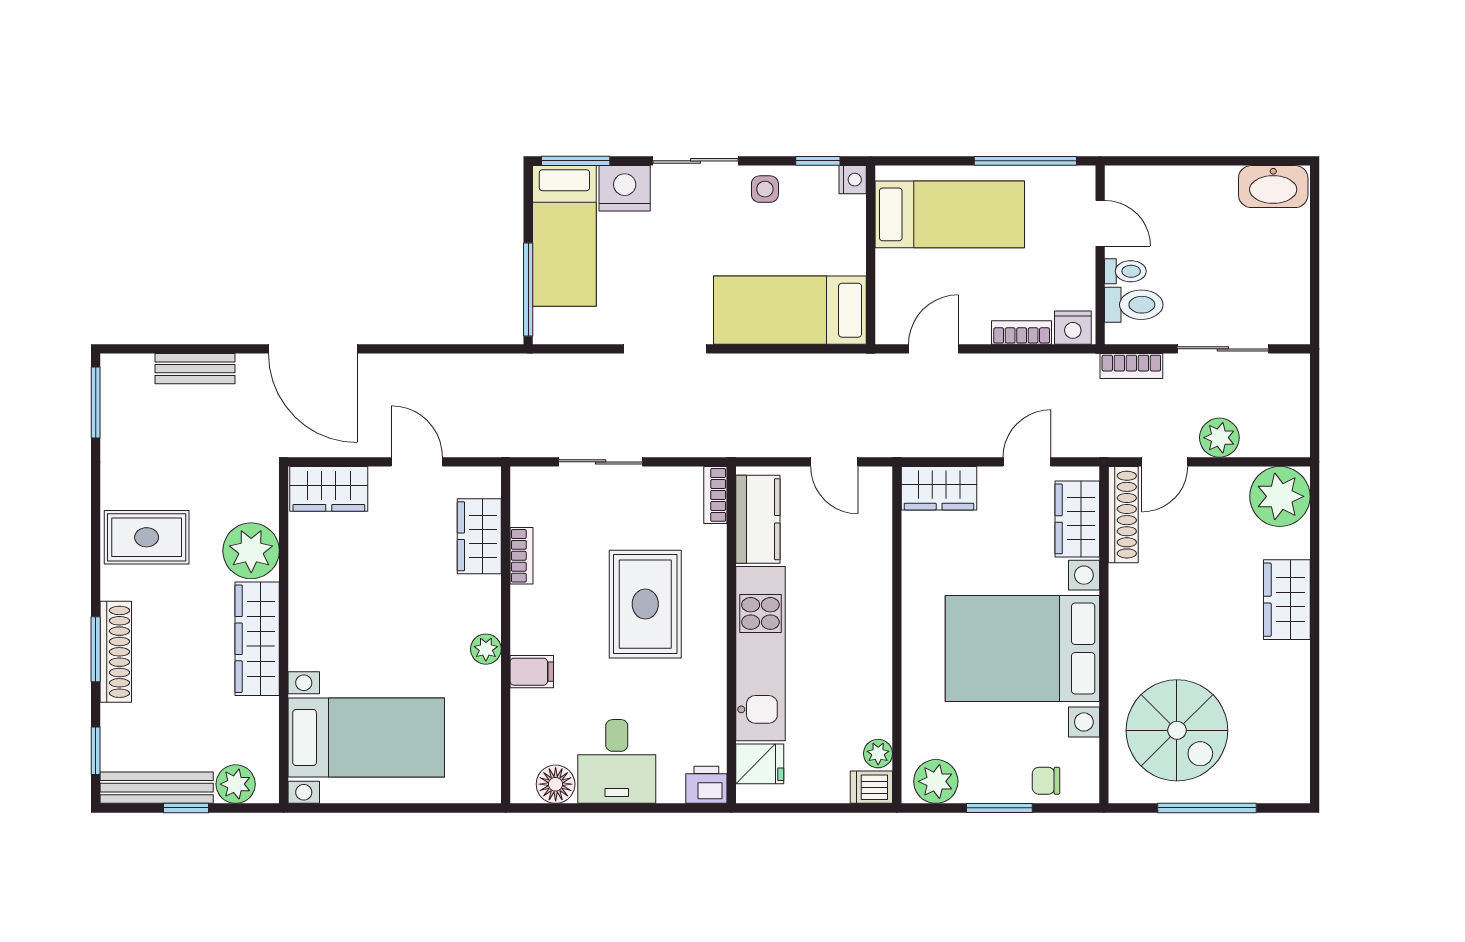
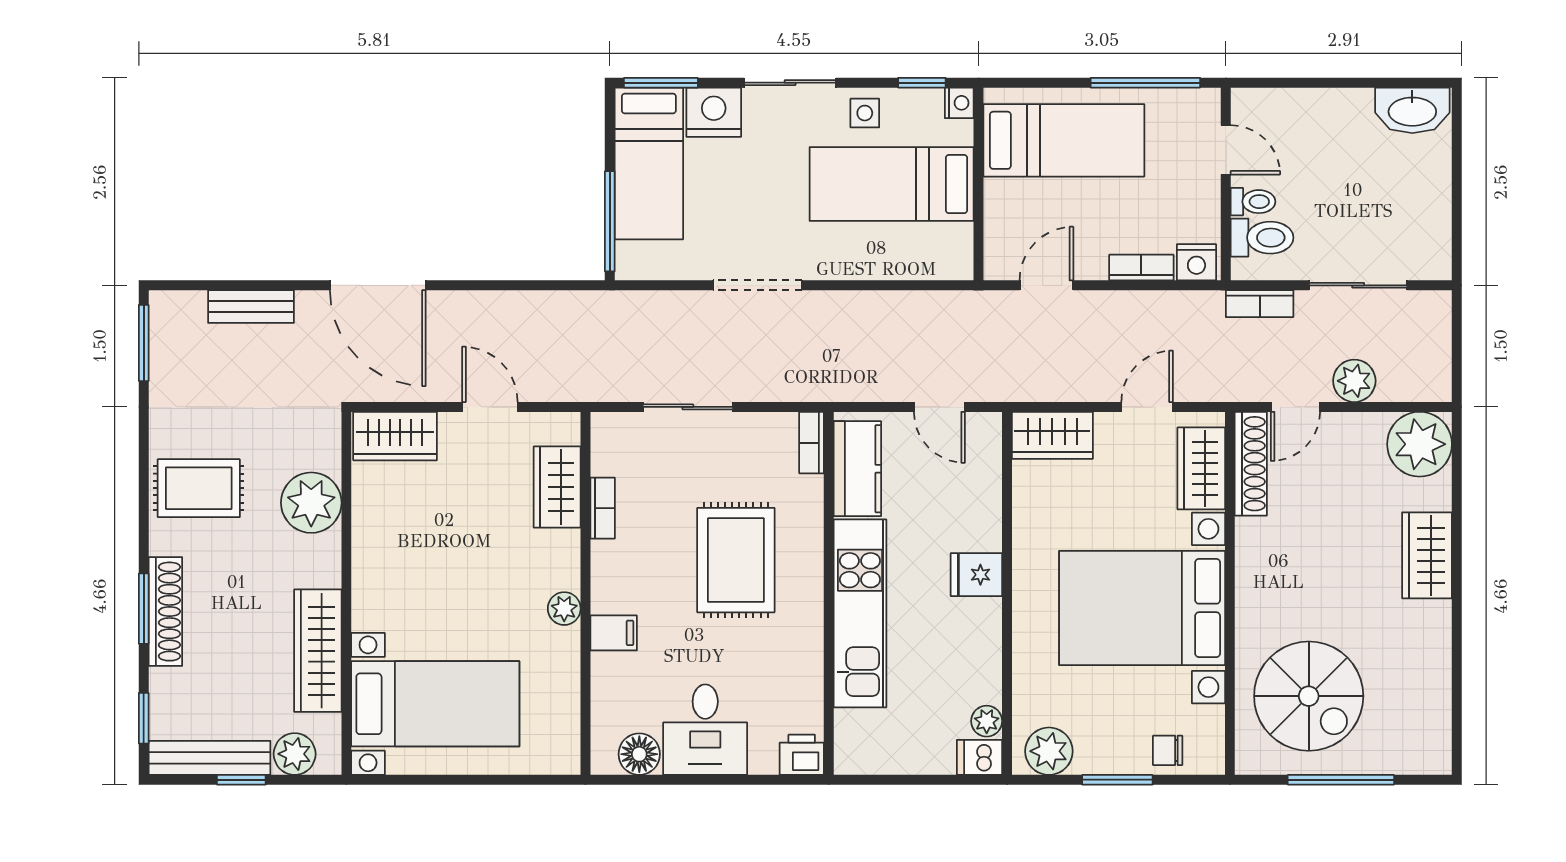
bed: (790, 310) -> (892, 184), moved
wardrobe: (257, 639) -> (318, 651), moved
fridge: (760, 764) -> (976, 575), moved, turned 180

